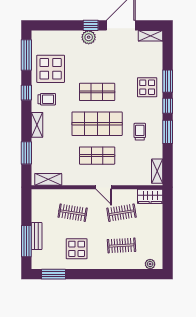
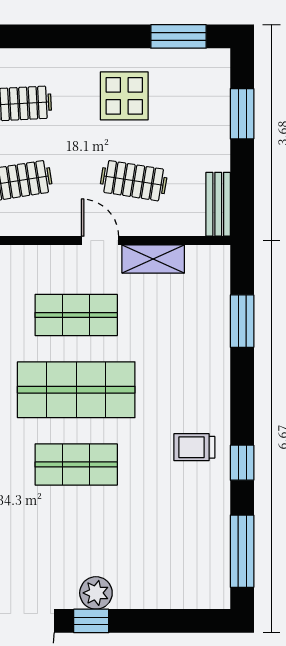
display table: (51, 69) -> (185, 519), removed
shelving: (37, 125) -> (217, 387), removed
shelving: (48, 179) -> (153, 259), moved
door: (104, 187) -> (100, 241), moved
bench: (37, 236) -> (218, 204), moved
window: (26, 241) -> (242, 114), width x0.69

